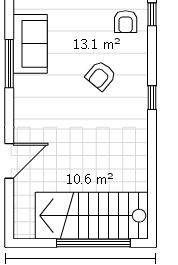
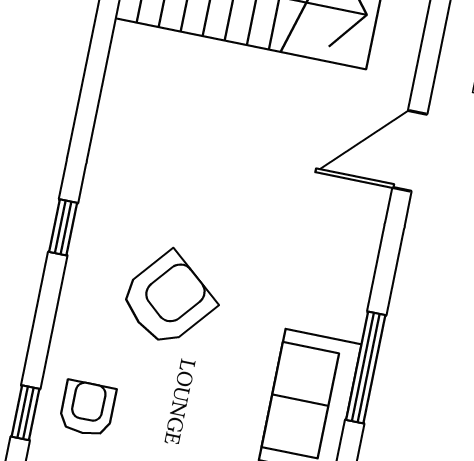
armchair: (101, 76) -> (167, 299), width x1.38, depth x1.38

